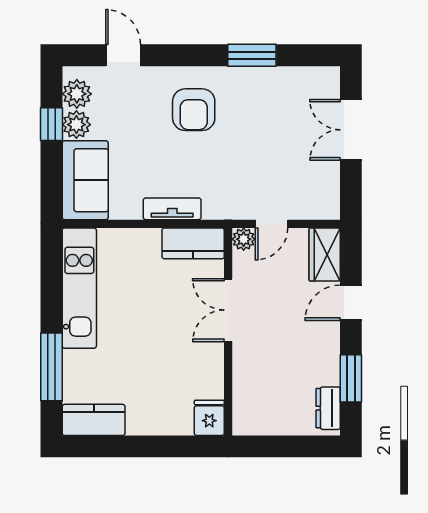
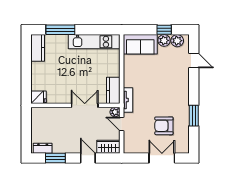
door: (123, 55) -> (194, 60), hinge flipped
armchair: (194, 110) -> (164, 126), moved
tv unit: (172, 209) -> (128, 100), moved

